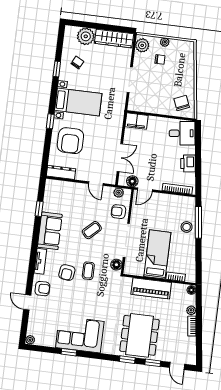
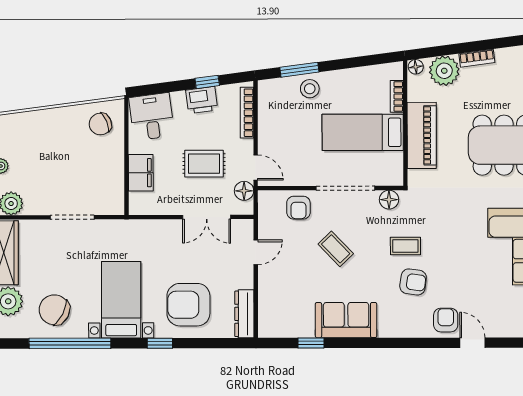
chair: (160, 59) -> (31, 170), removed
chair: (77, 63) -> (54, 310), width x1.87, depth x1.87
window: (57, 69) -> (70, 343), width x3.17
filing cabinet: (137, 121) -> (141, 173), moved
armchair: (70, 141) -> (188, 305), turned 180
double door: (120, 158) -> (207, 217), swing flipped
rug: (151, 160) -> (204, 164), added
window: (198, 168) -> (207, 82), added
plant: (119, 193) -> (266, 212), removed
window: (198, 222) -> (299, 70), width x0.69
tv unit: (40, 261) -> (400, 329), removed
door: (27, 302) -> (472, 343), swing flipped
plant: (191, 310) -> (444, 71), width x1.88, depth x1.88

